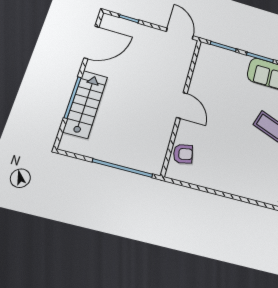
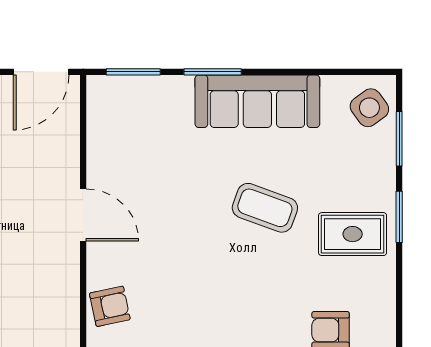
door: (180, 34) -> (41, 72), swing flipped

